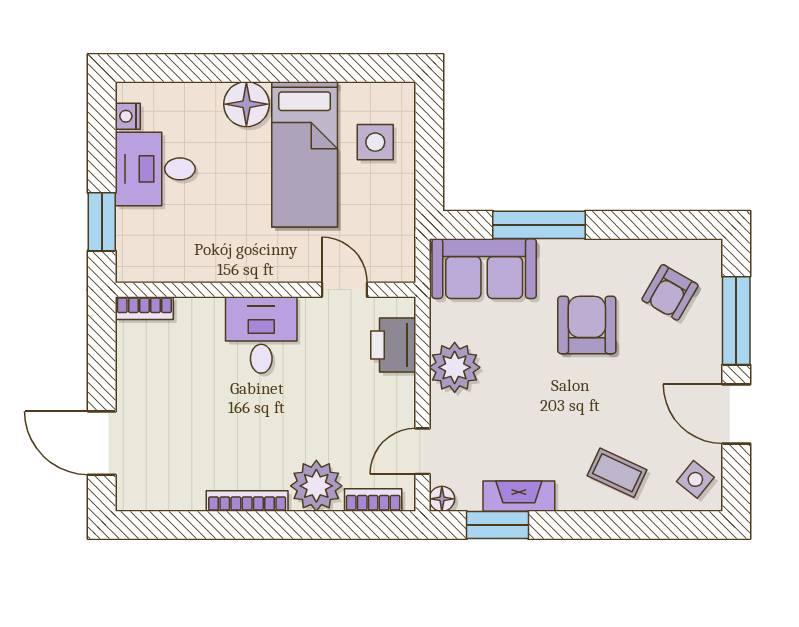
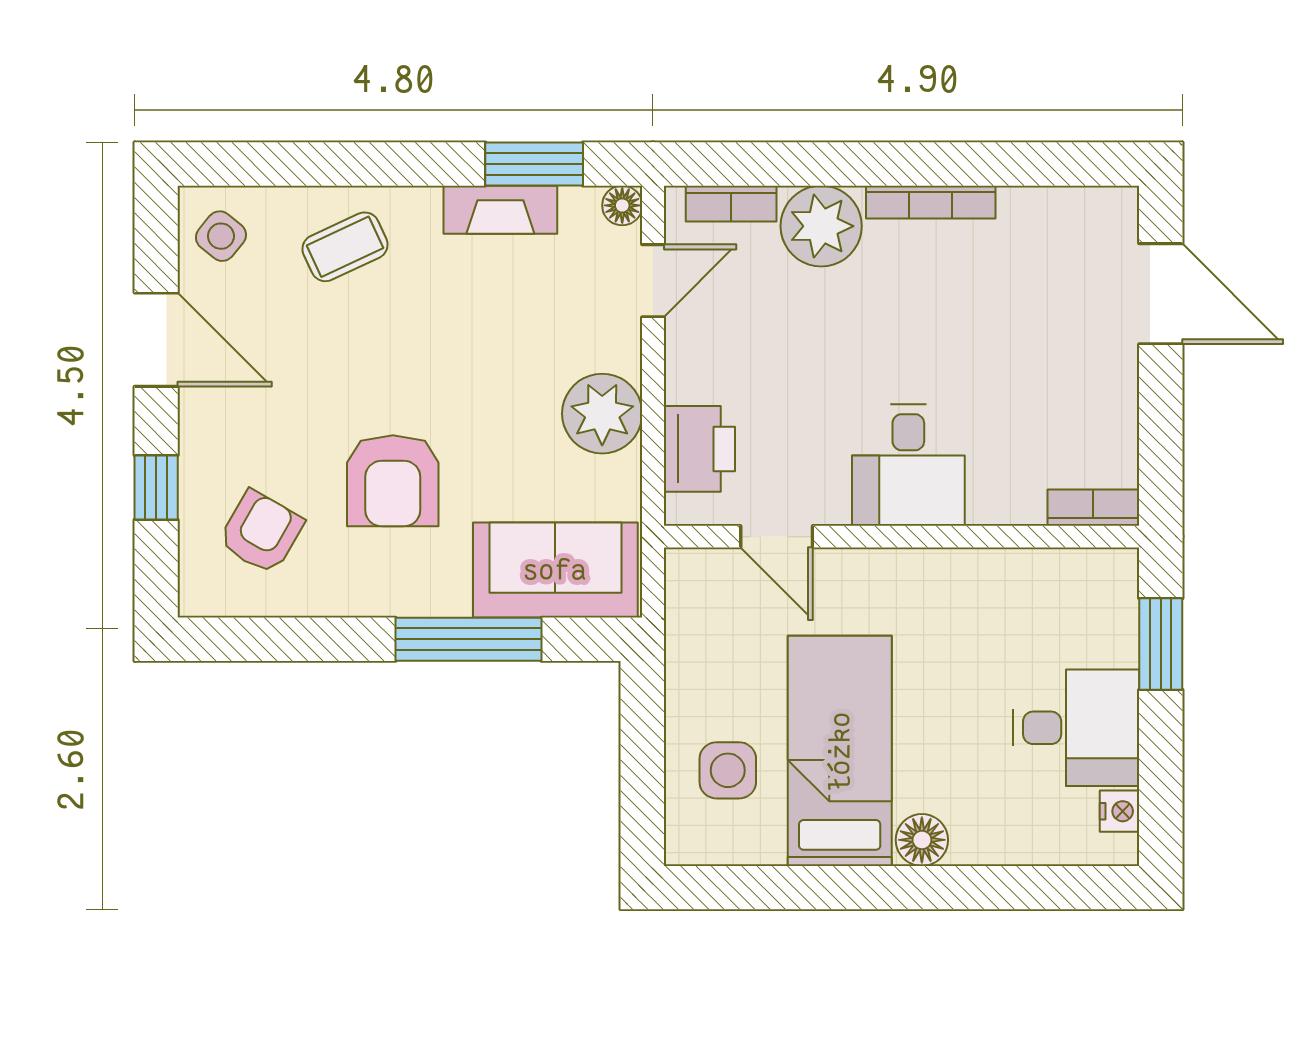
floor lamp: (246, 104) -> (922, 840), width x0.73, depth x0.73
window: (736, 321) -> (156, 488), width x0.46
coffee table: (617, 473) -> (345, 247), turned -50

